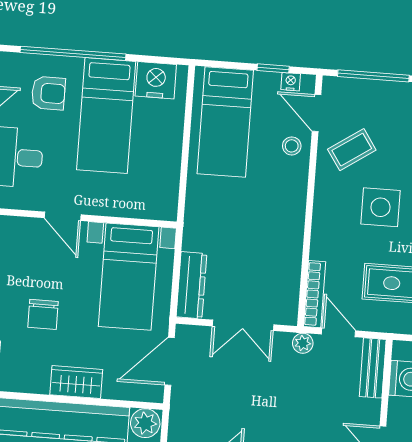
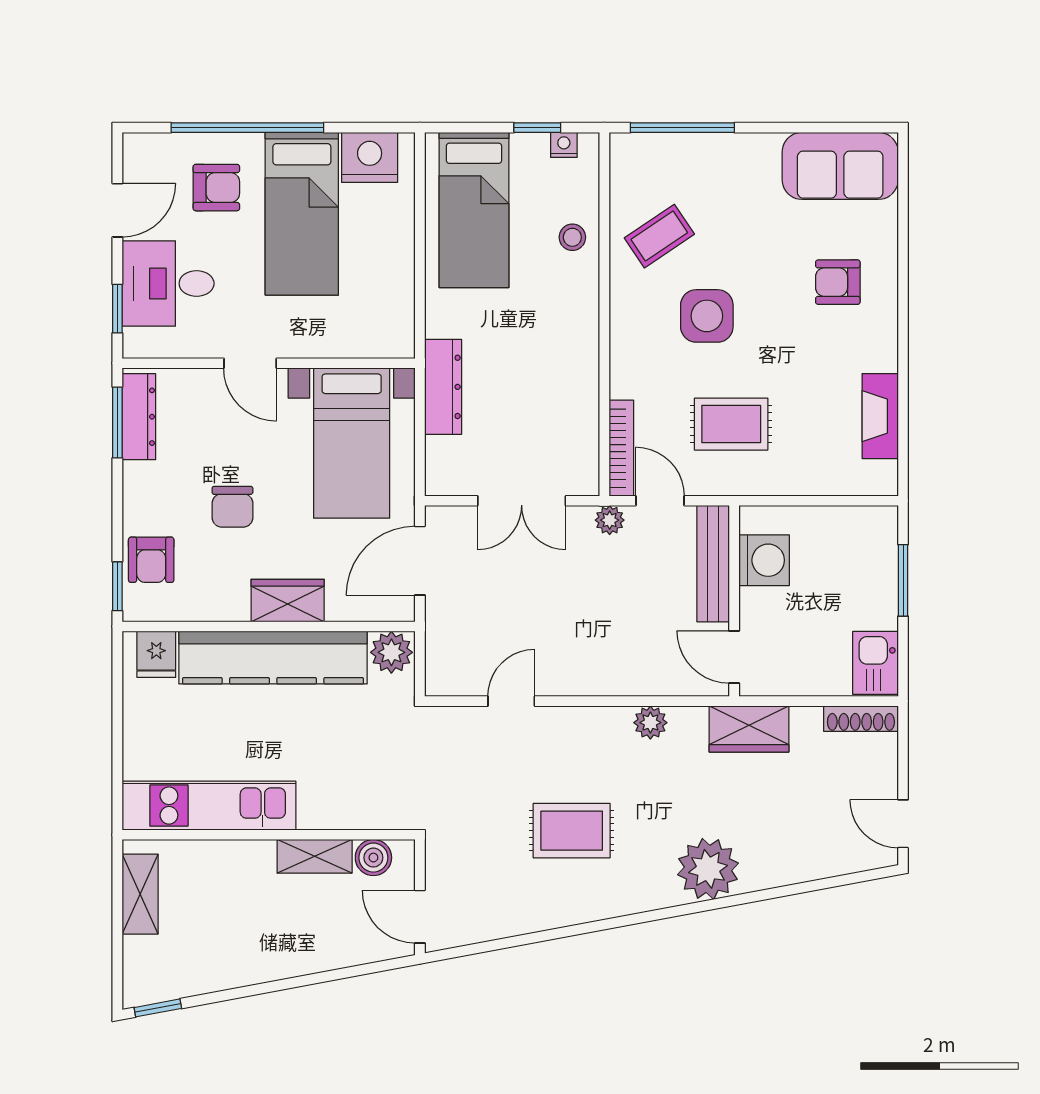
door: (316, 113) -> (604, 187), removed
dresser: (191, 285) -> (443, 387), moved
bench: (373, 368) -> (713, 564), width x1.36

